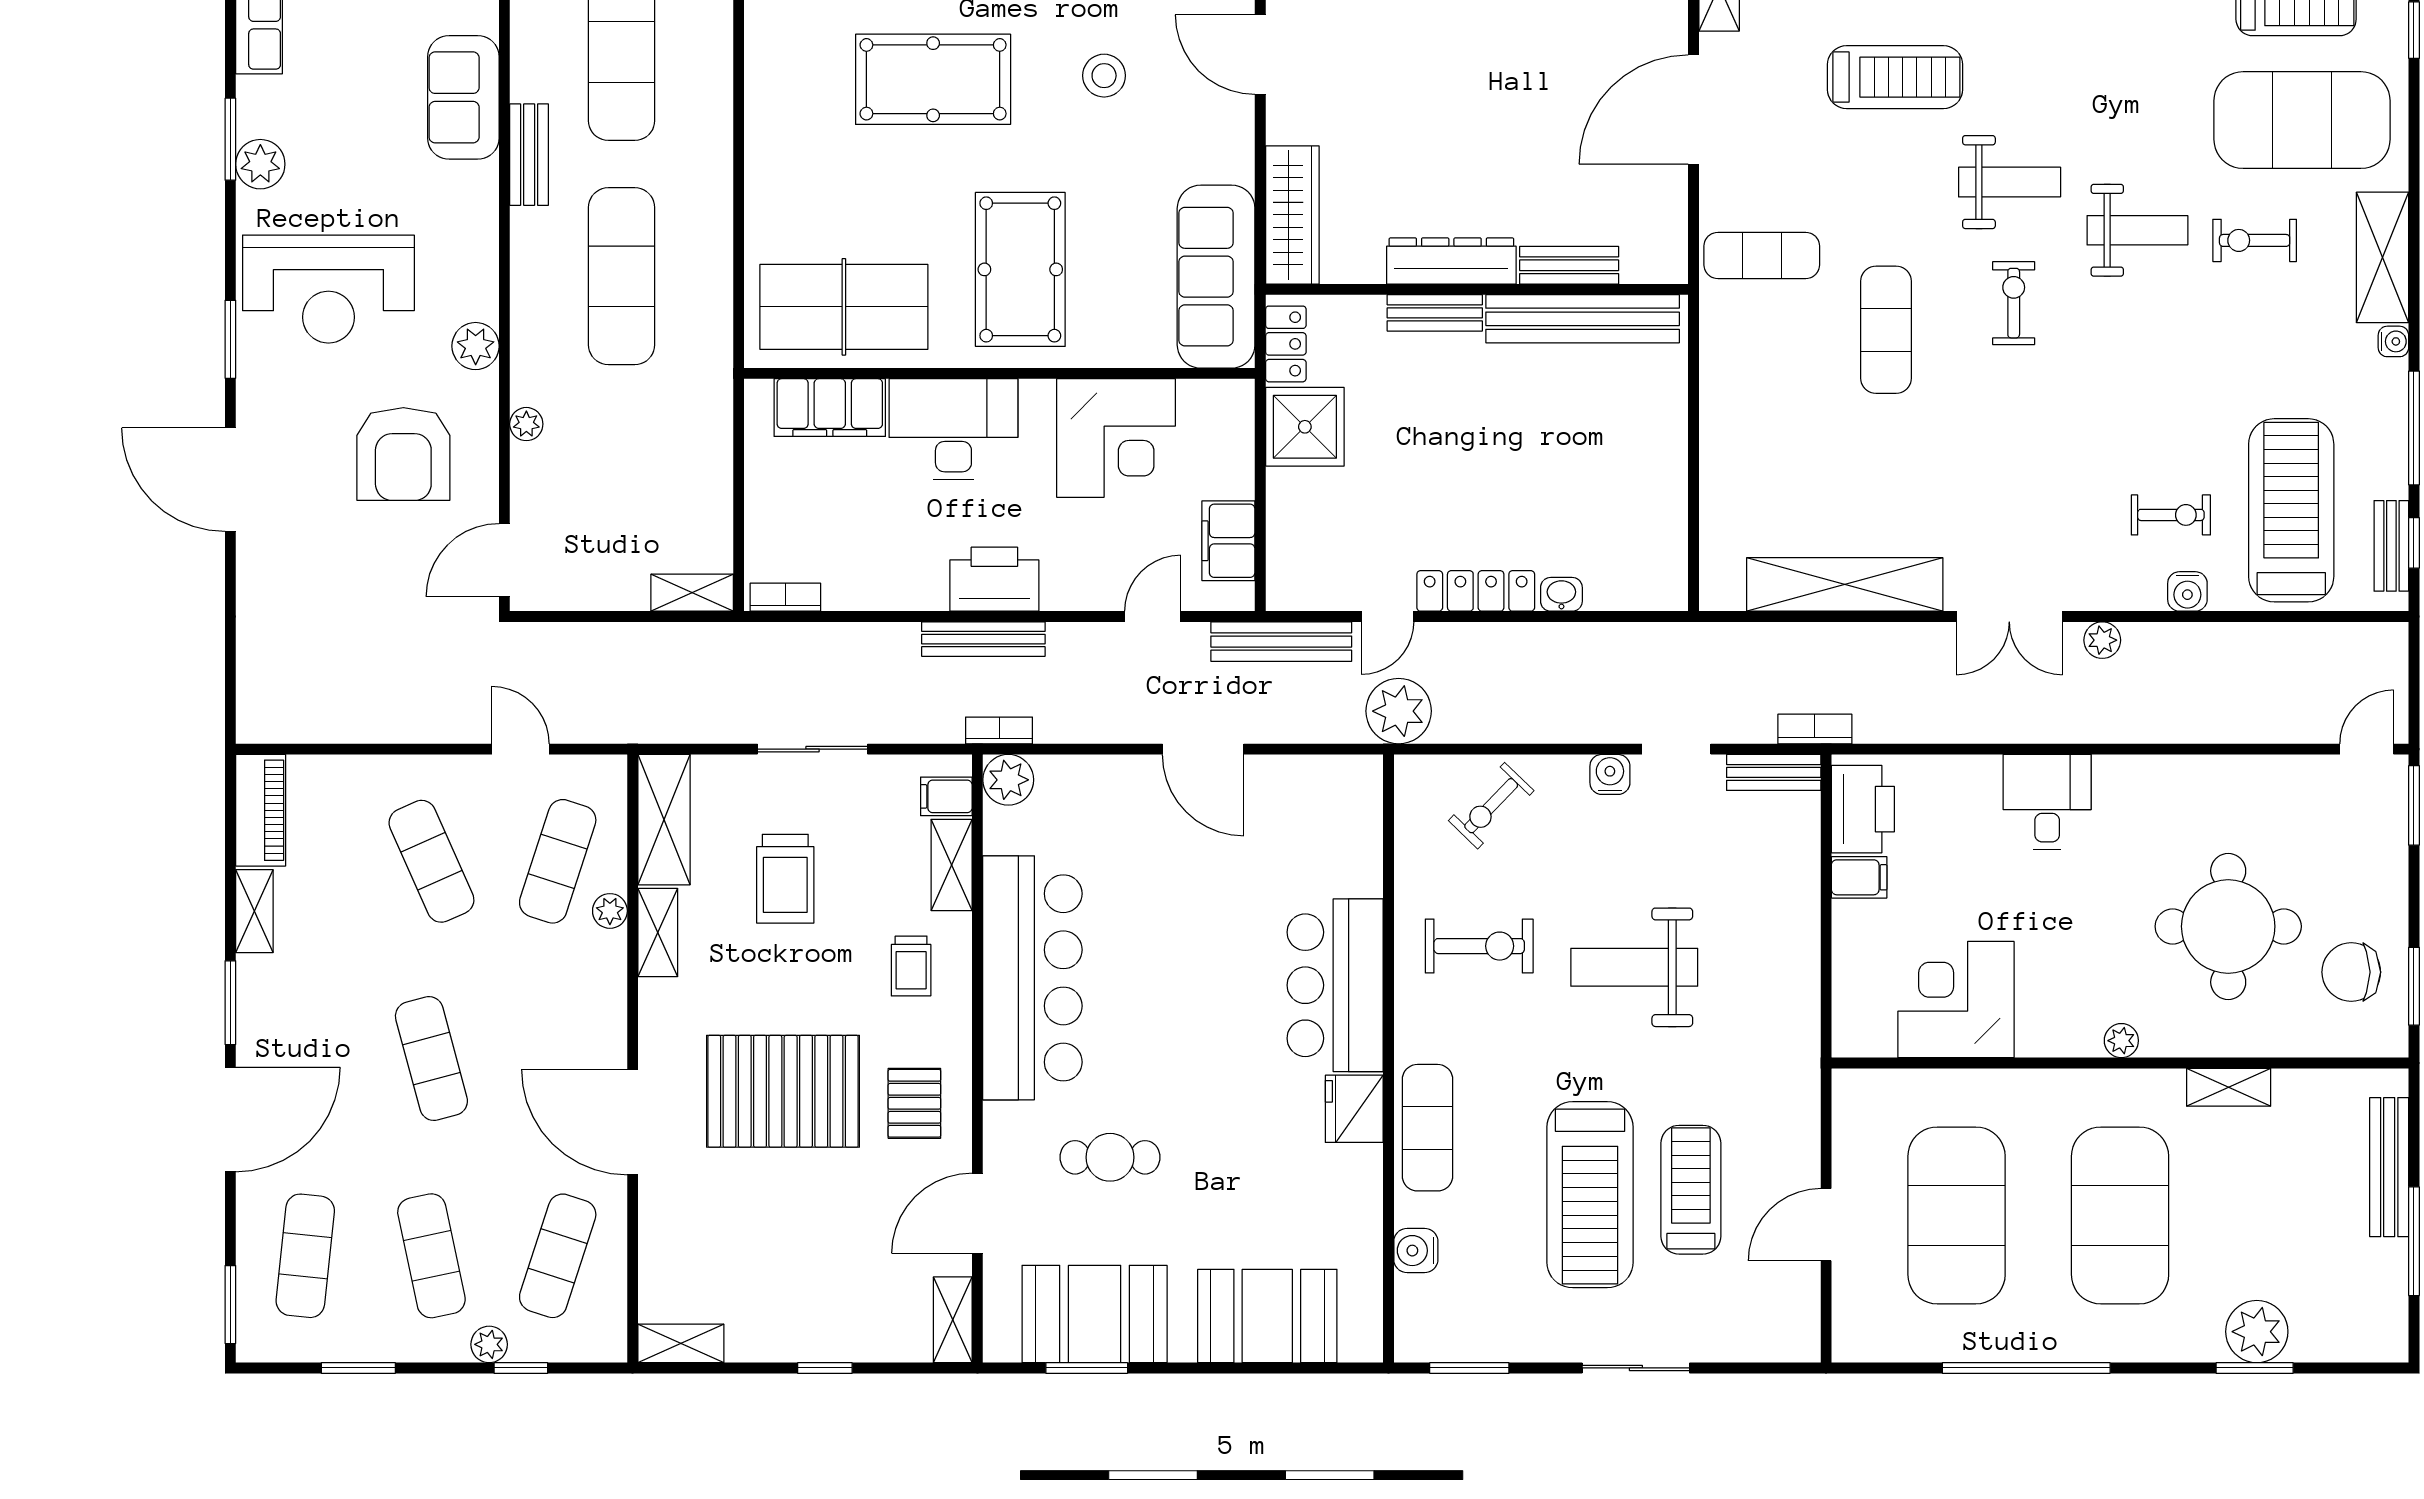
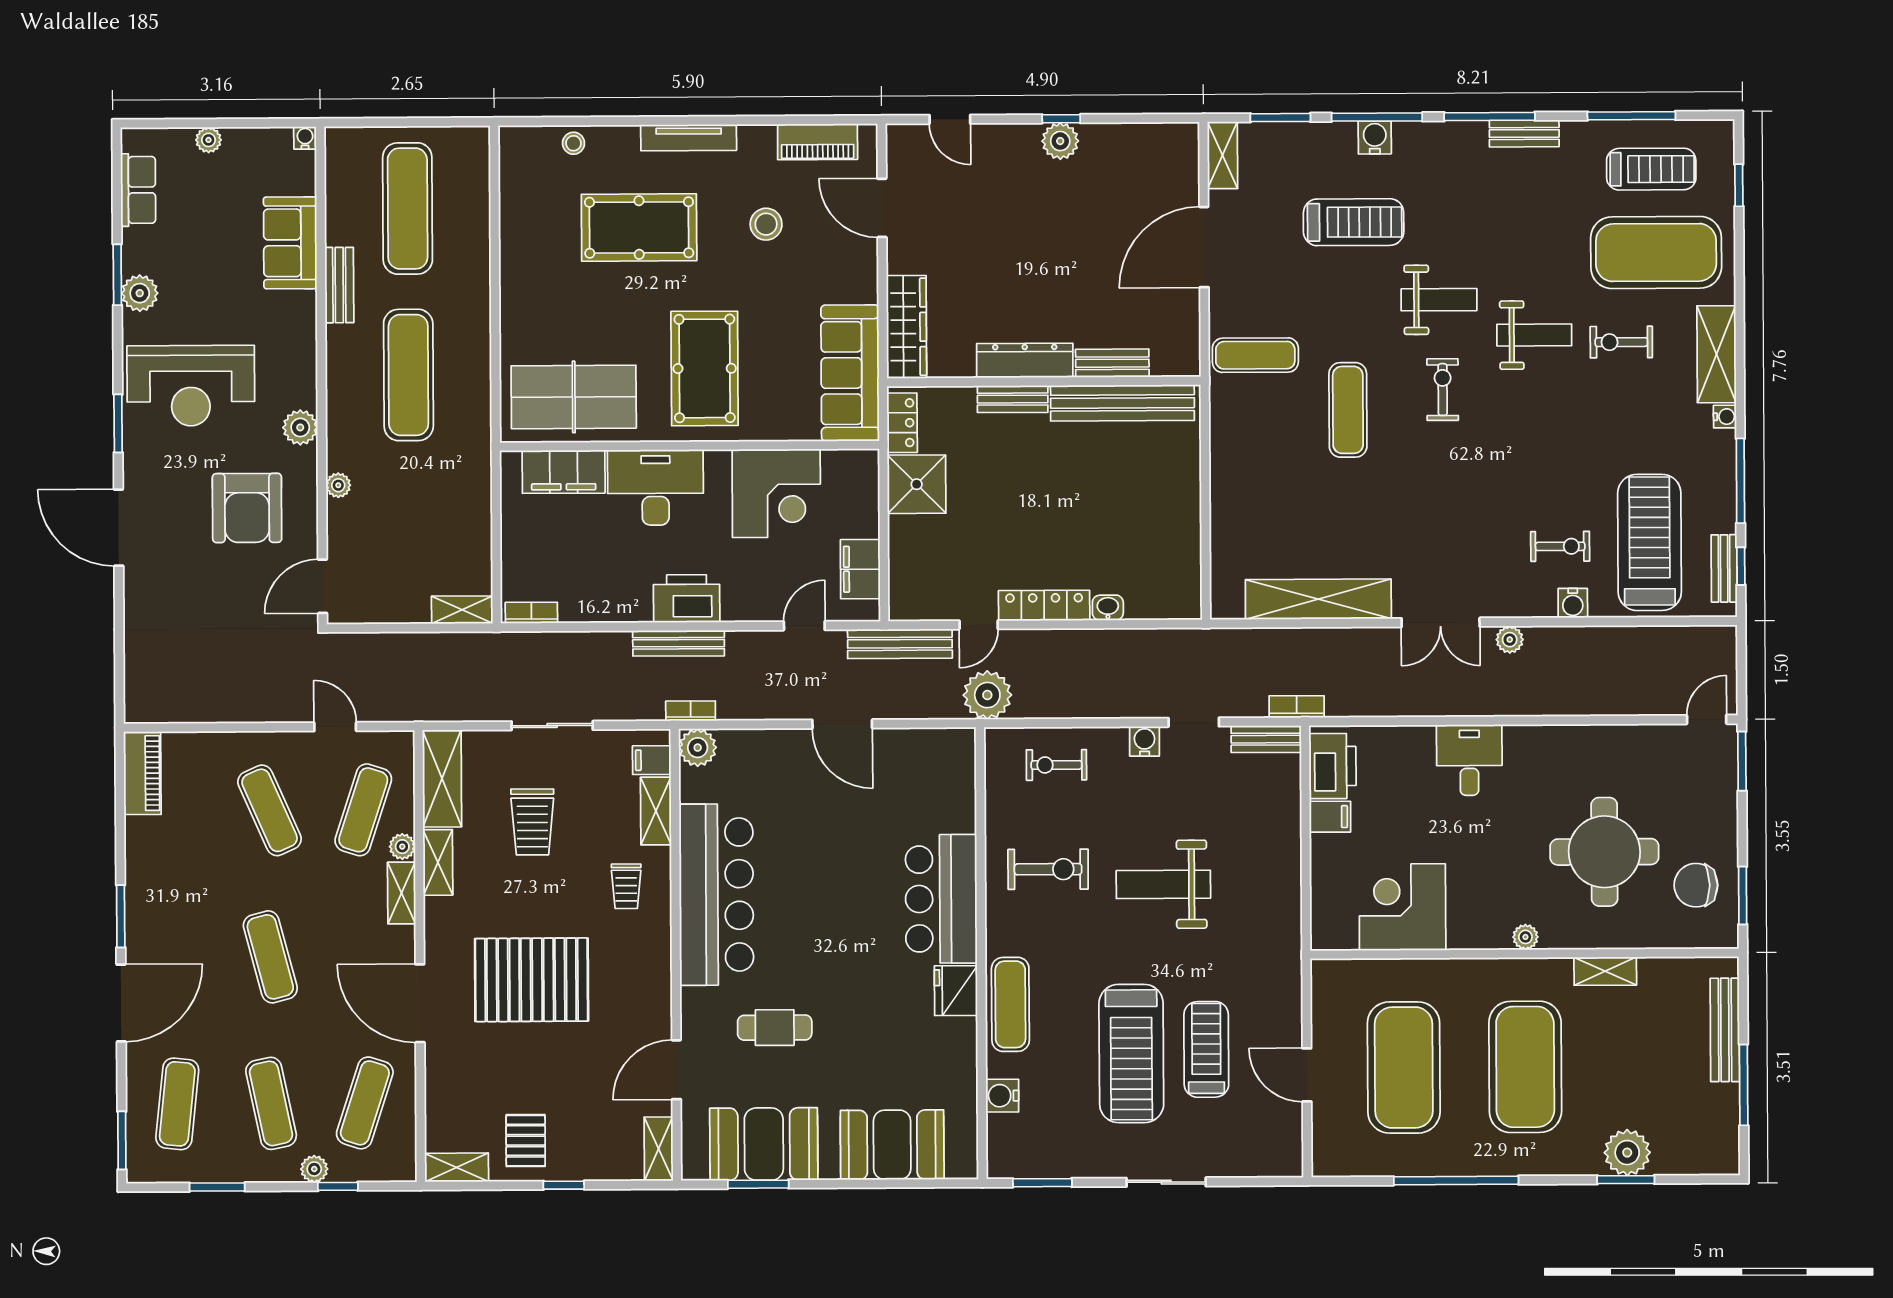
exercise bike: (1491, 806) -> (1056, 765), turned 46
shelving: (254, 911) -> (402, 893), moved
pallet: (914, 1103) -> (526, 1141), moved
door: (1826, 1225) -> (1307, 1075), hinge flipped

